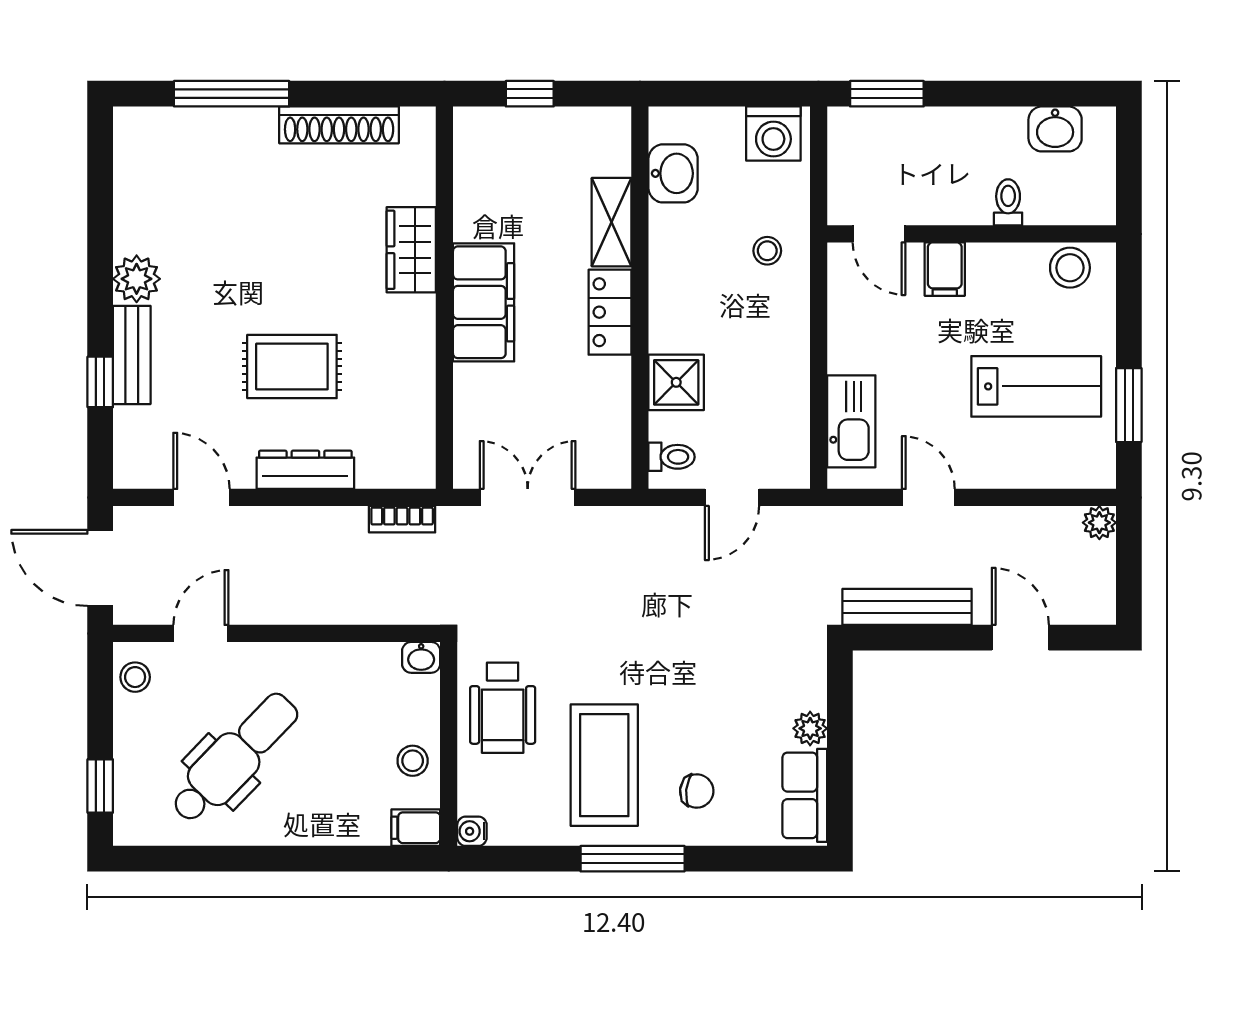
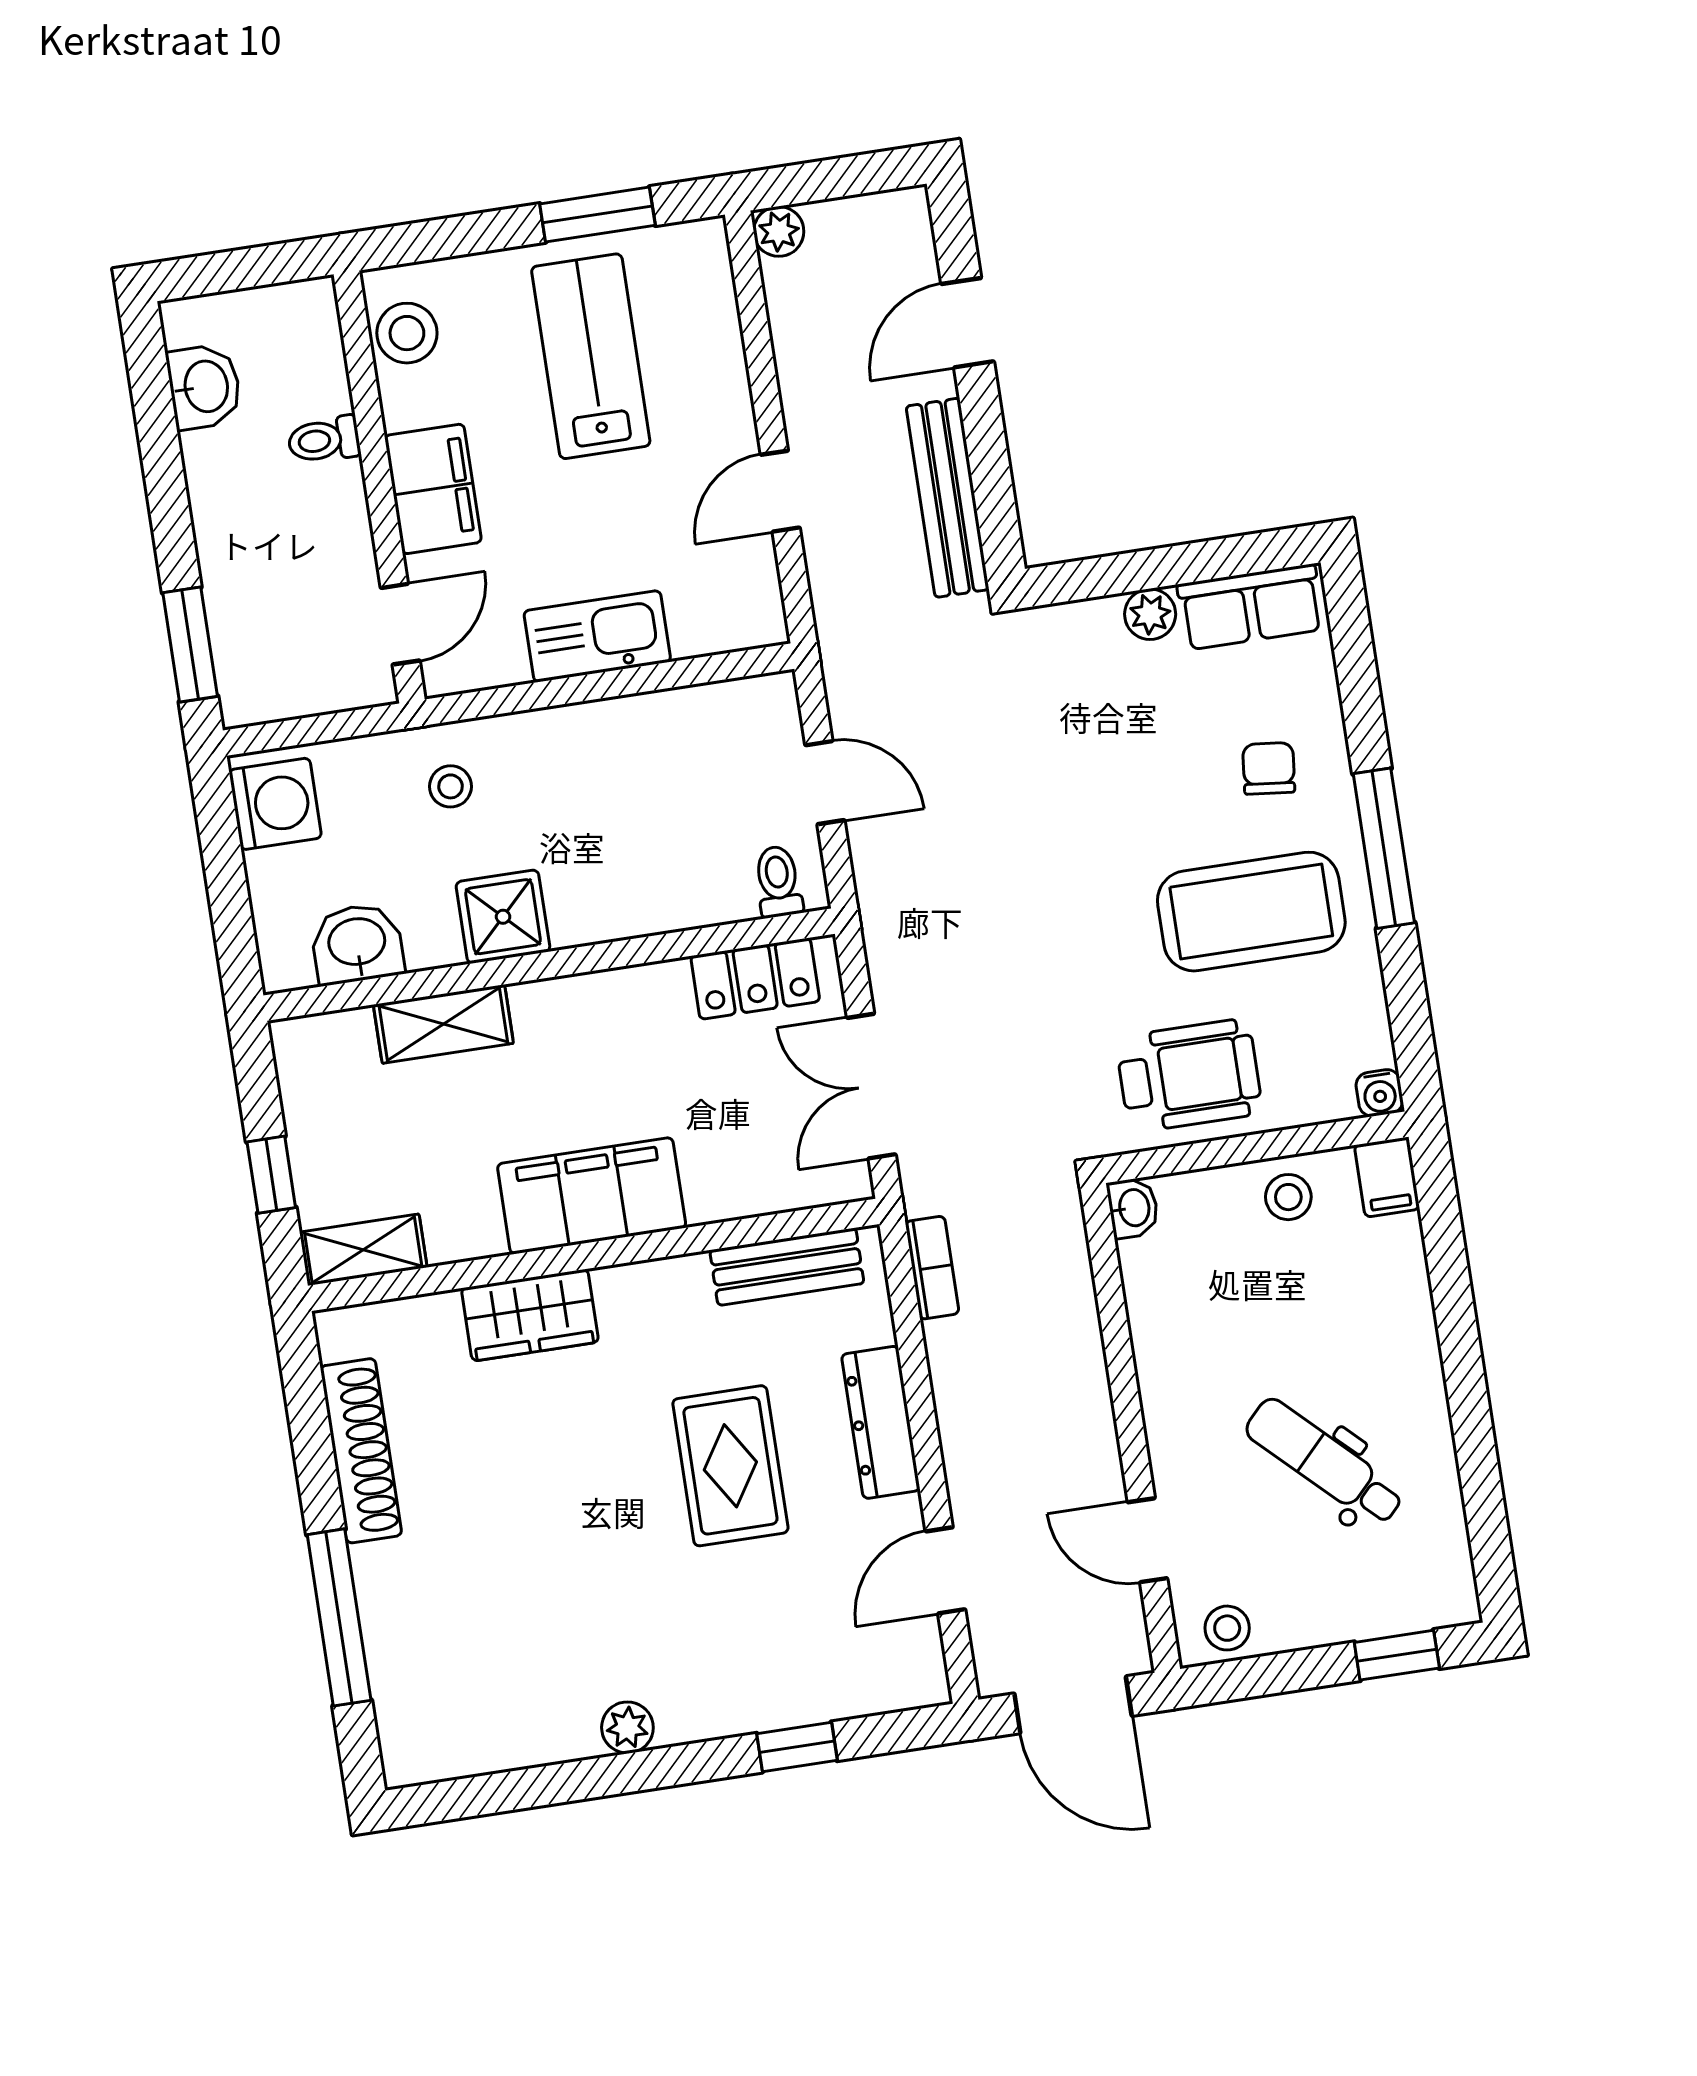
shelving: (471, 147) -> (363, 1250), added
filing cabinet: (945, 269) -> (433, 489), width x2.00
plant: (137, 279) -> (627, 1727), width x0.73, depth x0.73
locker: (610, 312) -> (755, 979), moved
bench: (132, 355) -> (787, 1267), moved
shower: (676, 382) -> (503, 917), moved
kitchen sink: (851, 421) -> (597, 636), moved
door: (100, 568) -> (1073, 1705), hinge flipped
dental chair: (235, 758) -> (1325, 1462), width x0.73, depth x0.72

